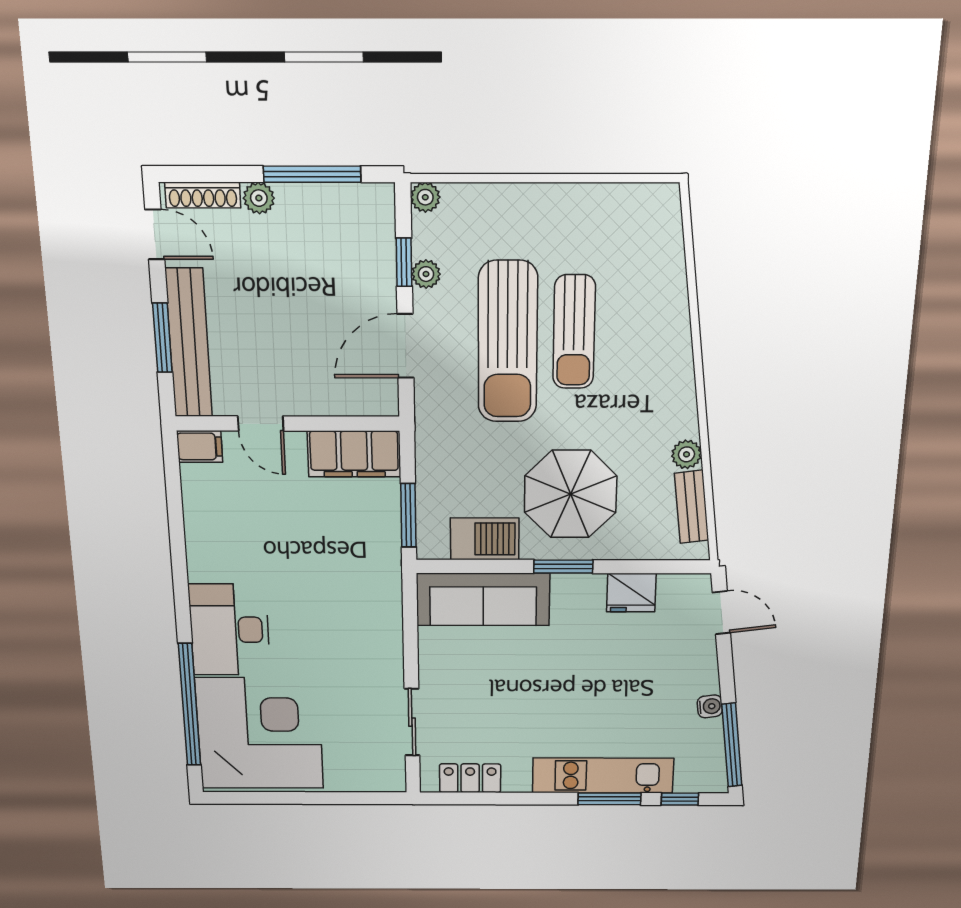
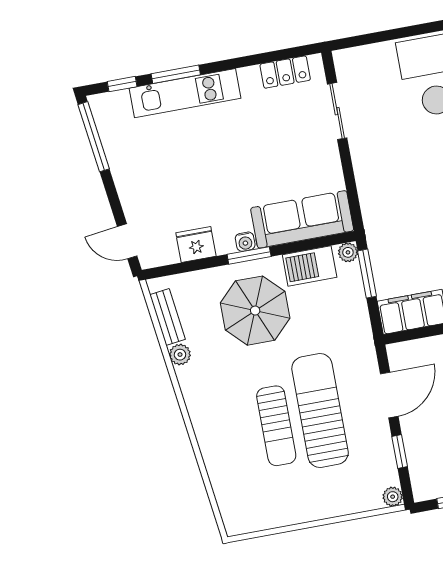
plant: (426, 274) -> (348, 252), moved
sun lounger: (574, 332) -> (276, 426), turned 180
water cooler: (710, 706) -> (245, 242), moved, turned -83

